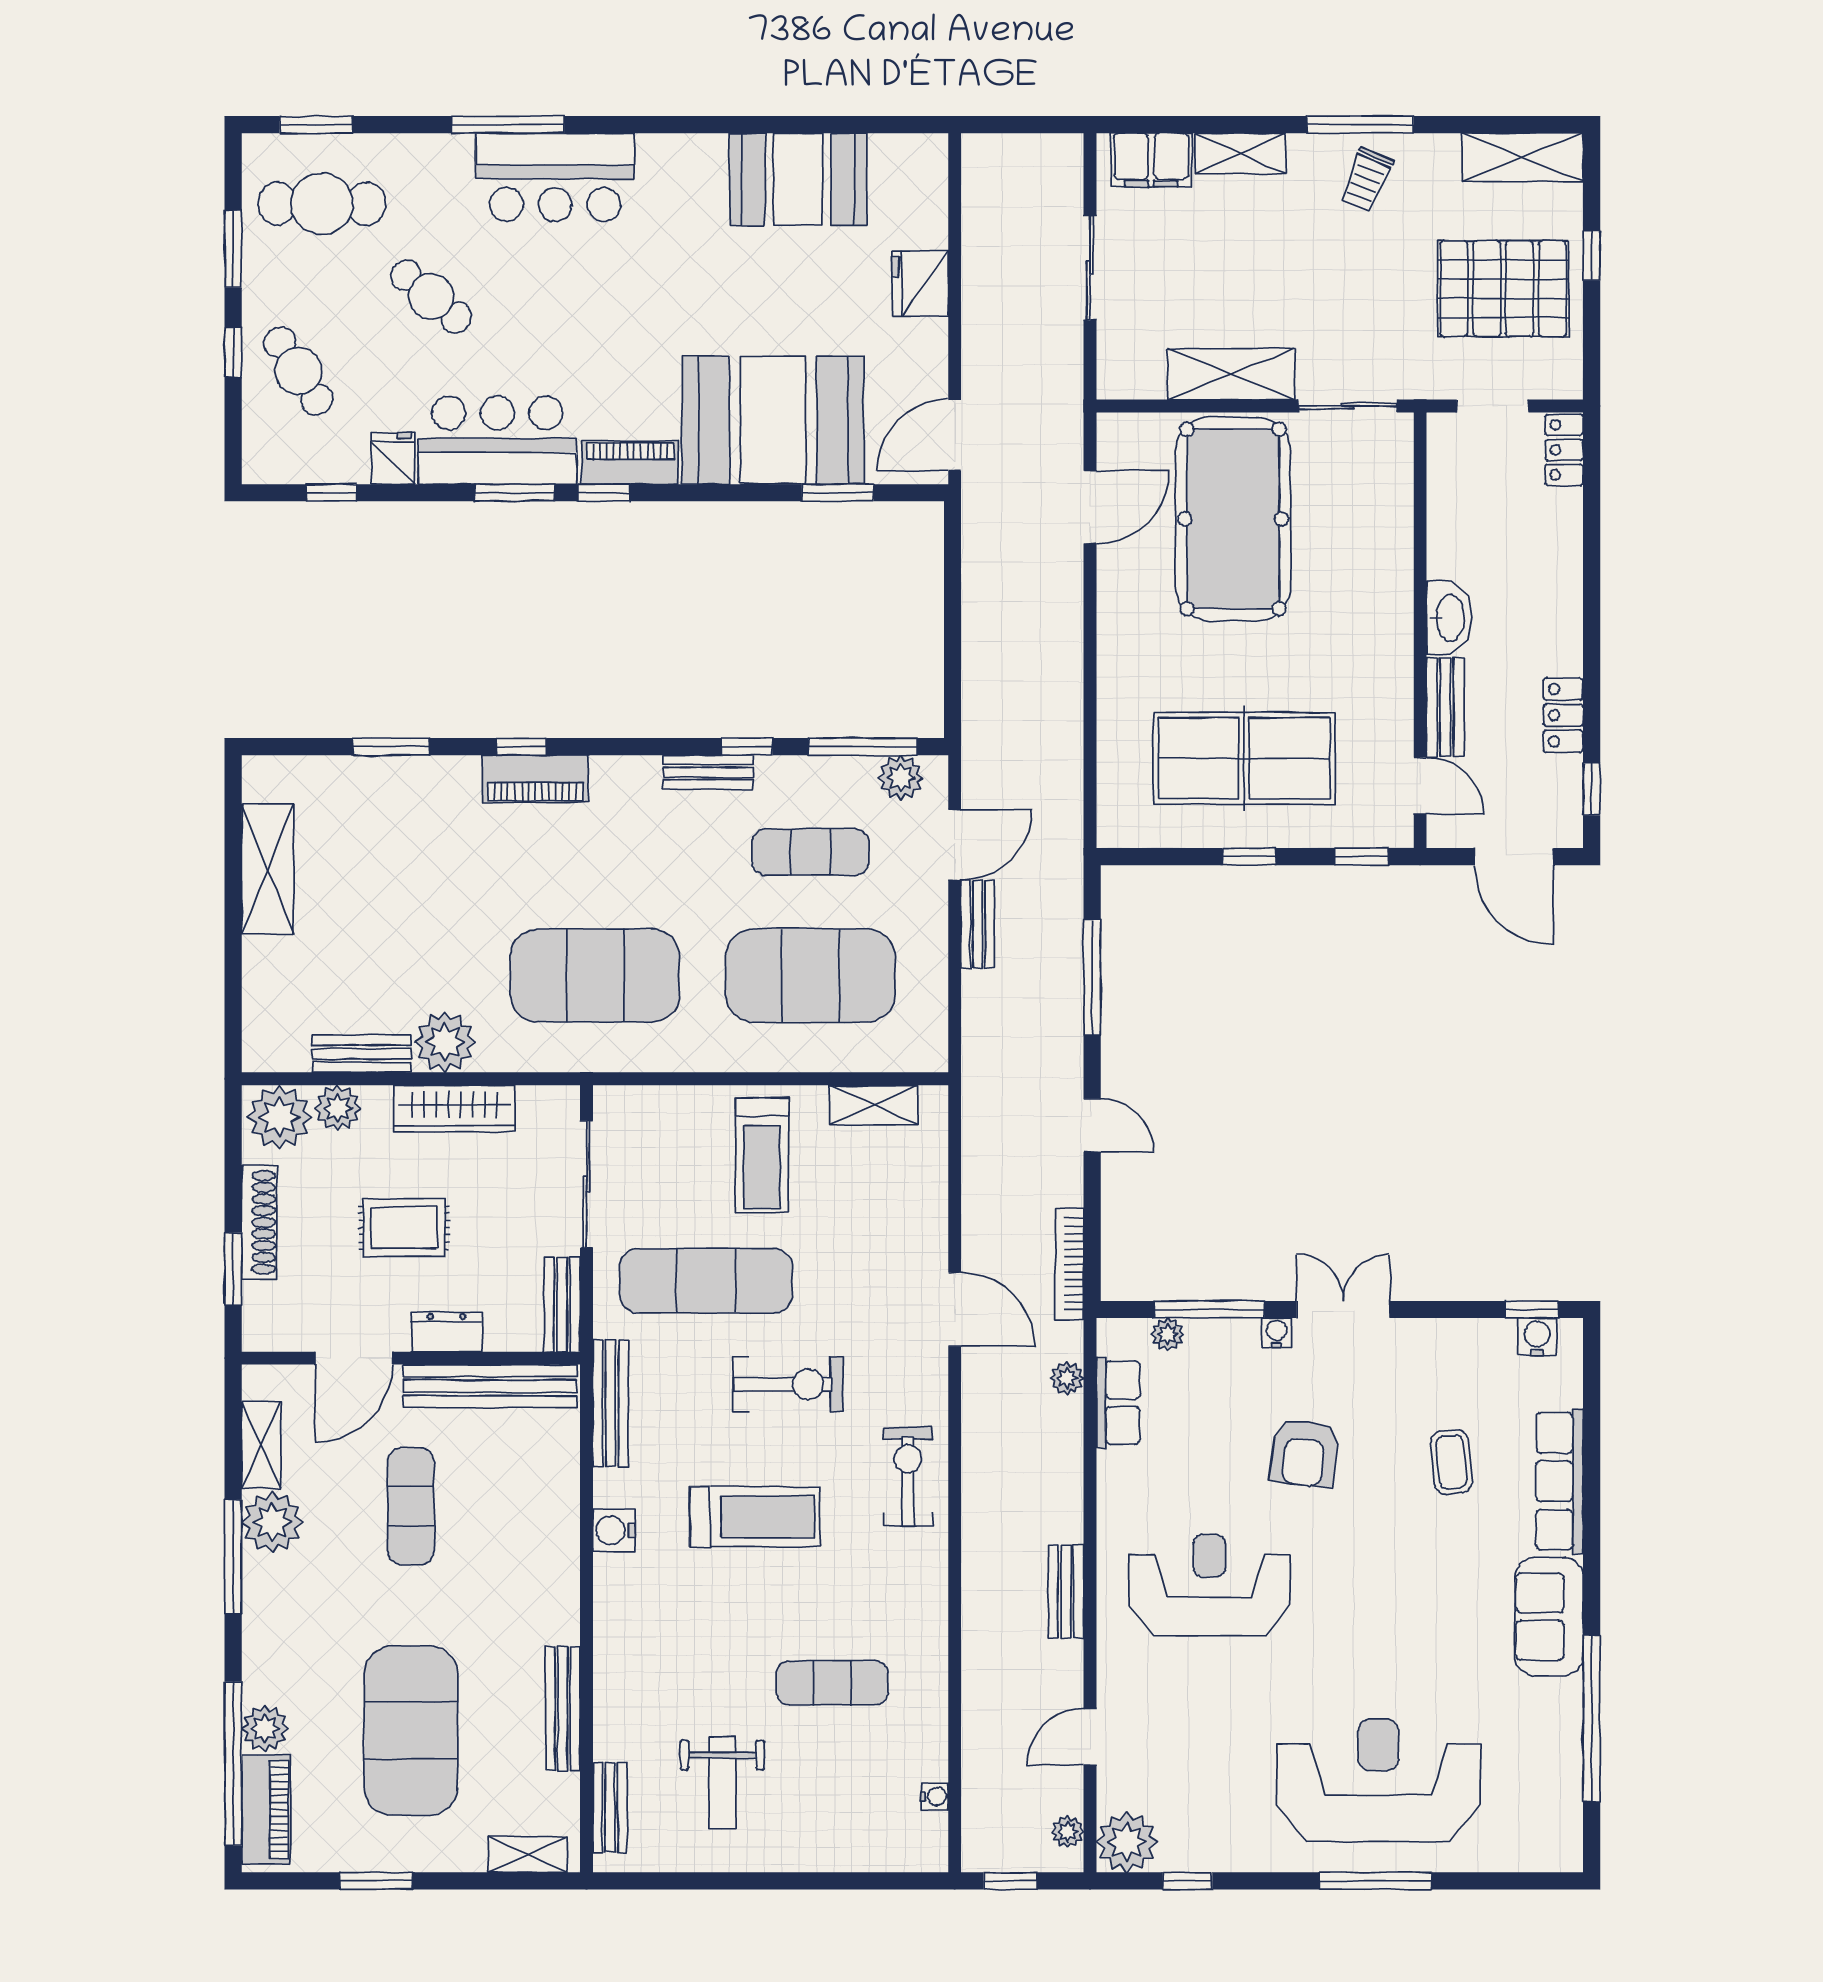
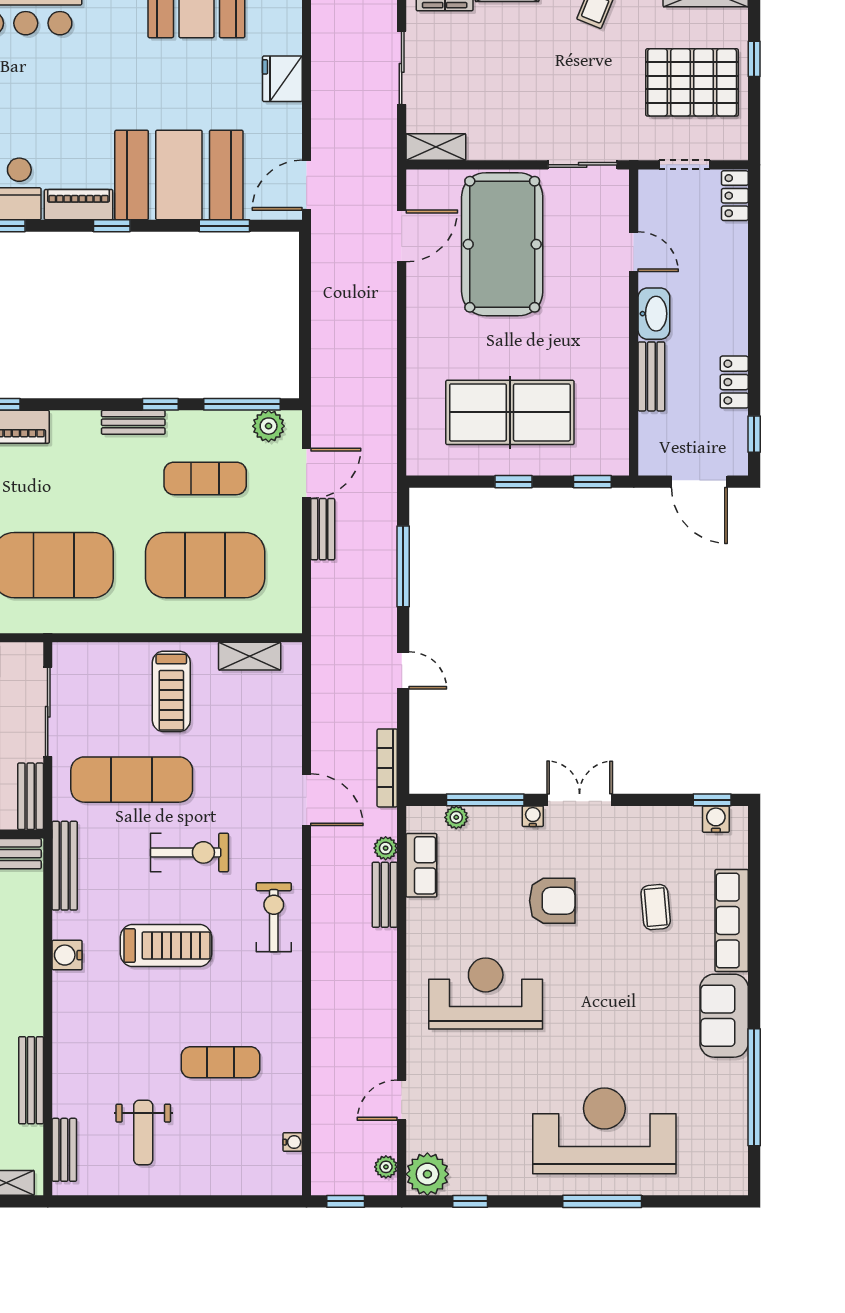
shelving: (1231, 374) -> (436, 147), moved, width x0.67, depth x0.75
window: (604, 493) -> (112, 226), moved
door: (1420, 786) -> (634, 252), moved
armchair: (1304, 1453) -> (552, 901), turned -97
bench: (1066, 1592) -> (385, 895), moved

